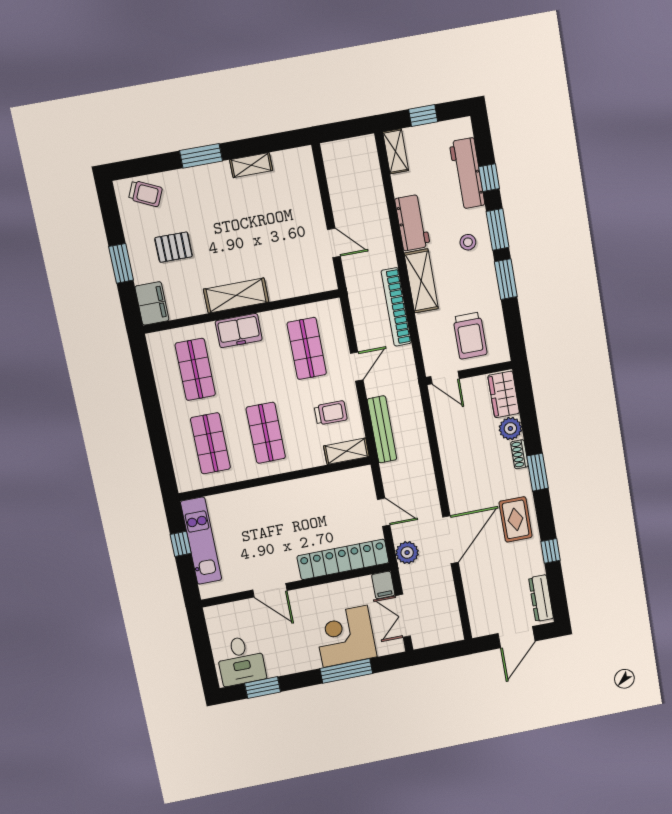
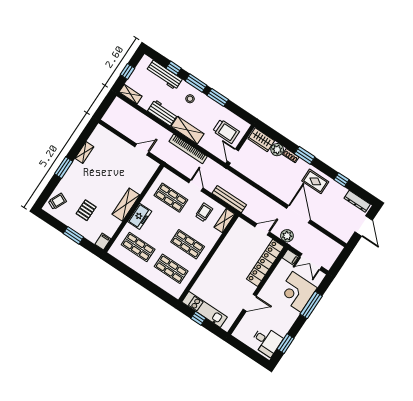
filing cabinet: (152, 303) -> (103, 241), width x0.50
door: (445, 378) -> (233, 156), swing flipped

